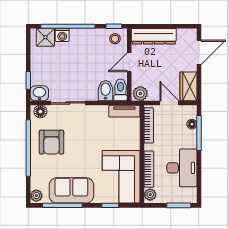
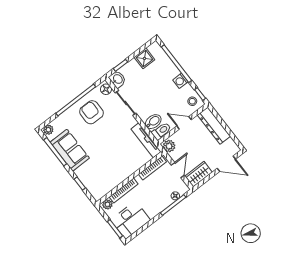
washing machine: (62, 35) -> (180, 81), moved
shower: (45, 37) -> (144, 58), moved
tv unit: (124, 111) -> (146, 140), width x1.41
armchair: (51, 142) -> (91, 112), turned 90
desk: (182, 168) -> (131, 220), moved
corner sofa: (121, 177) -> (104, 176), removed

